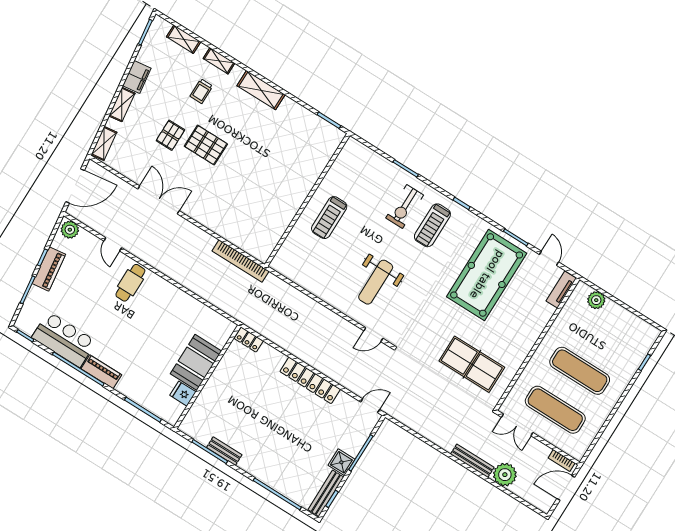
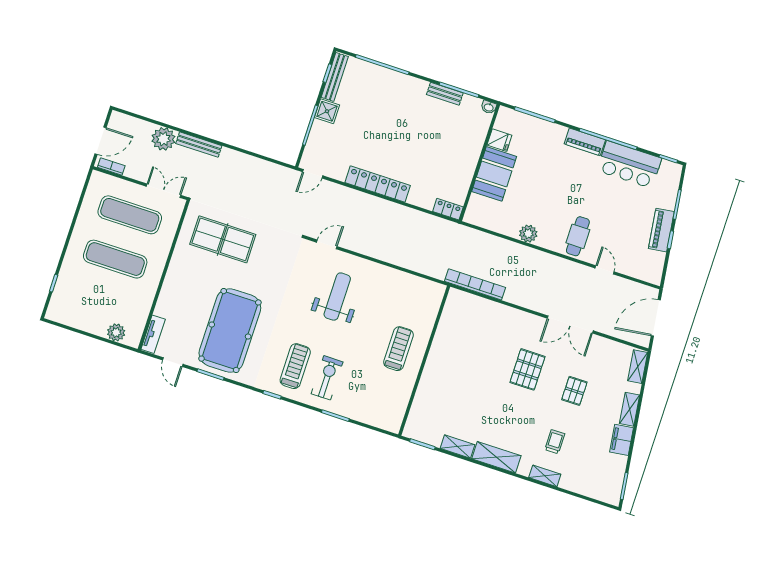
shelving: (184, 39) -> (458, 447), moved
pallet: (206, 145) -> (527, 369), moved, turned 90
plant: (70, 230) -> (528, 234), moved
washbasin: (185, 428) -> (489, 107), added

